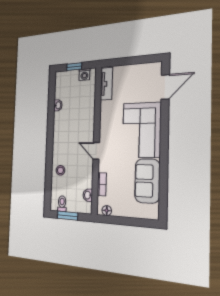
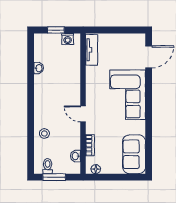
sofa: (147, 181) -> (134, 154), moved

